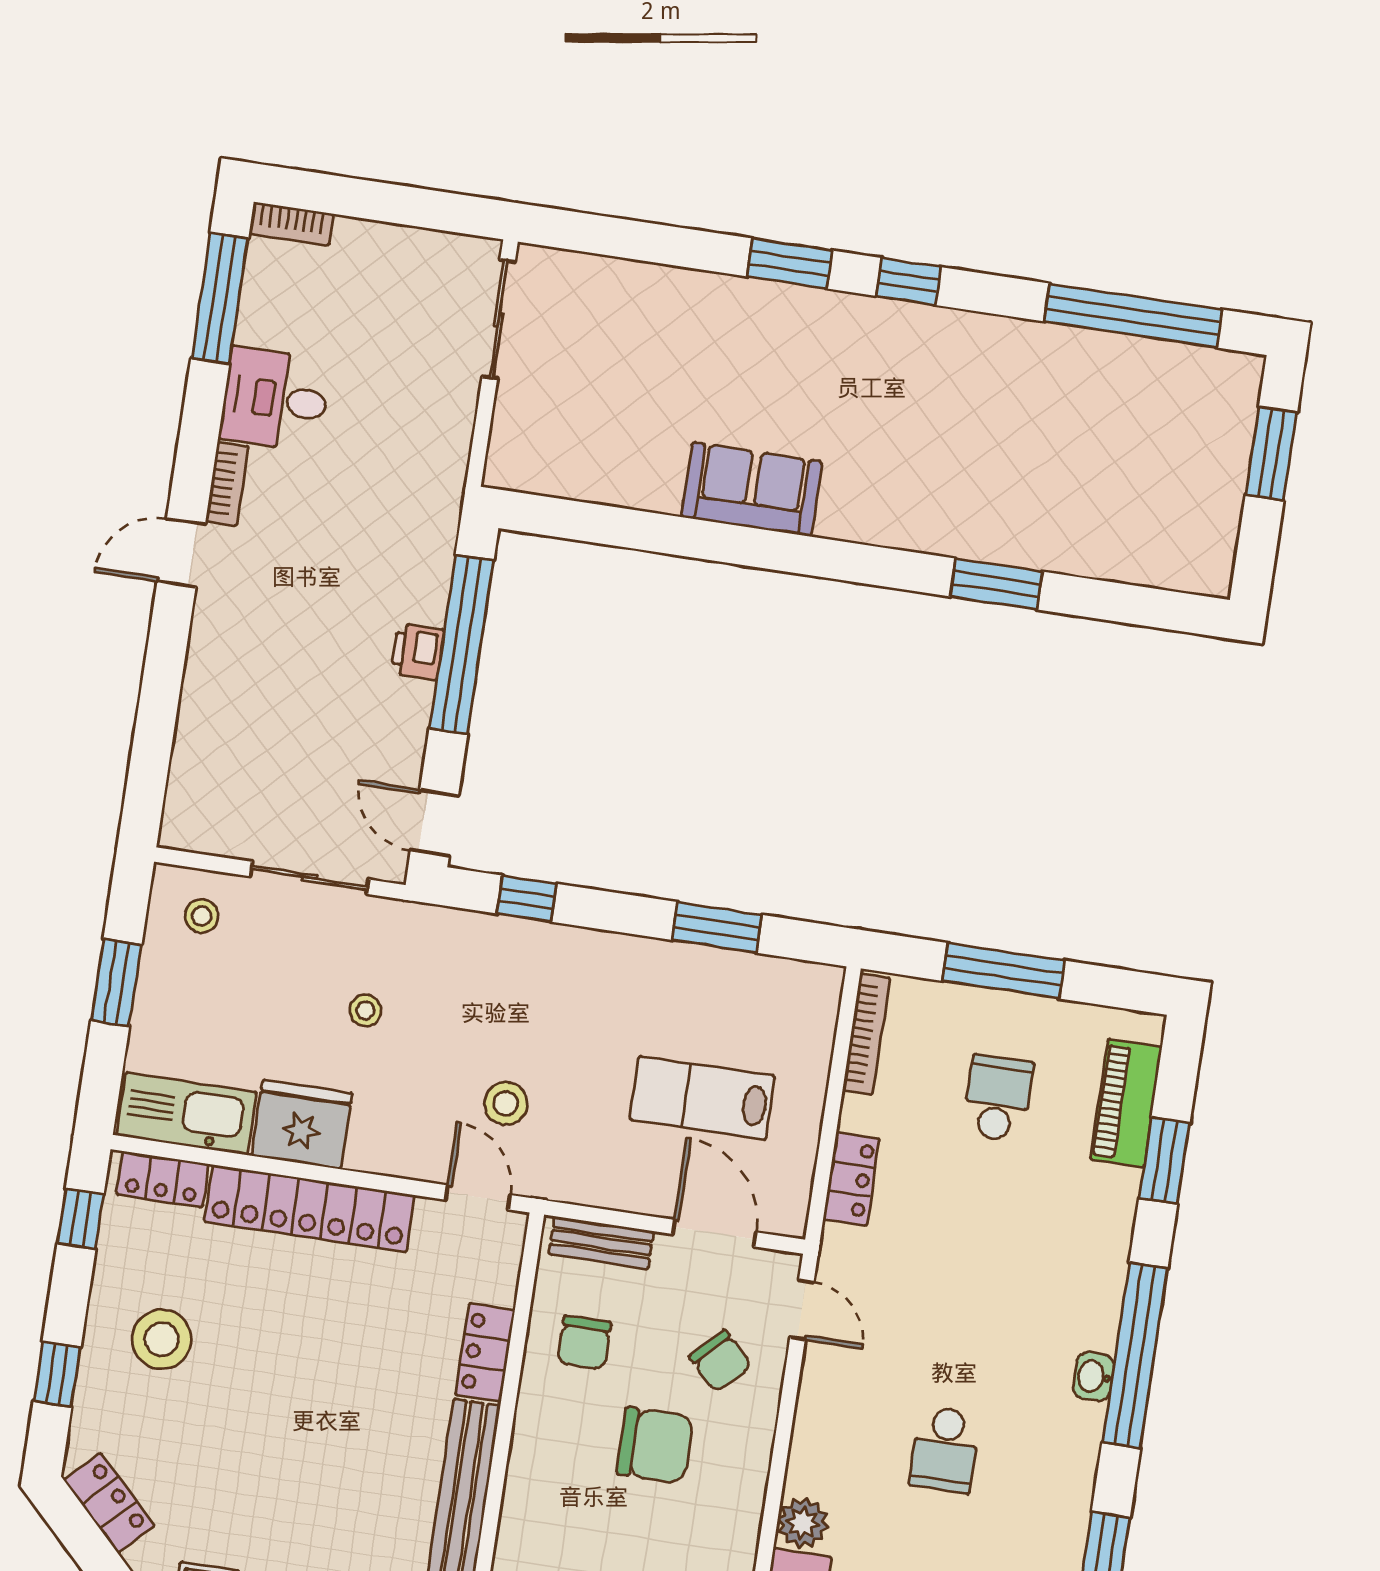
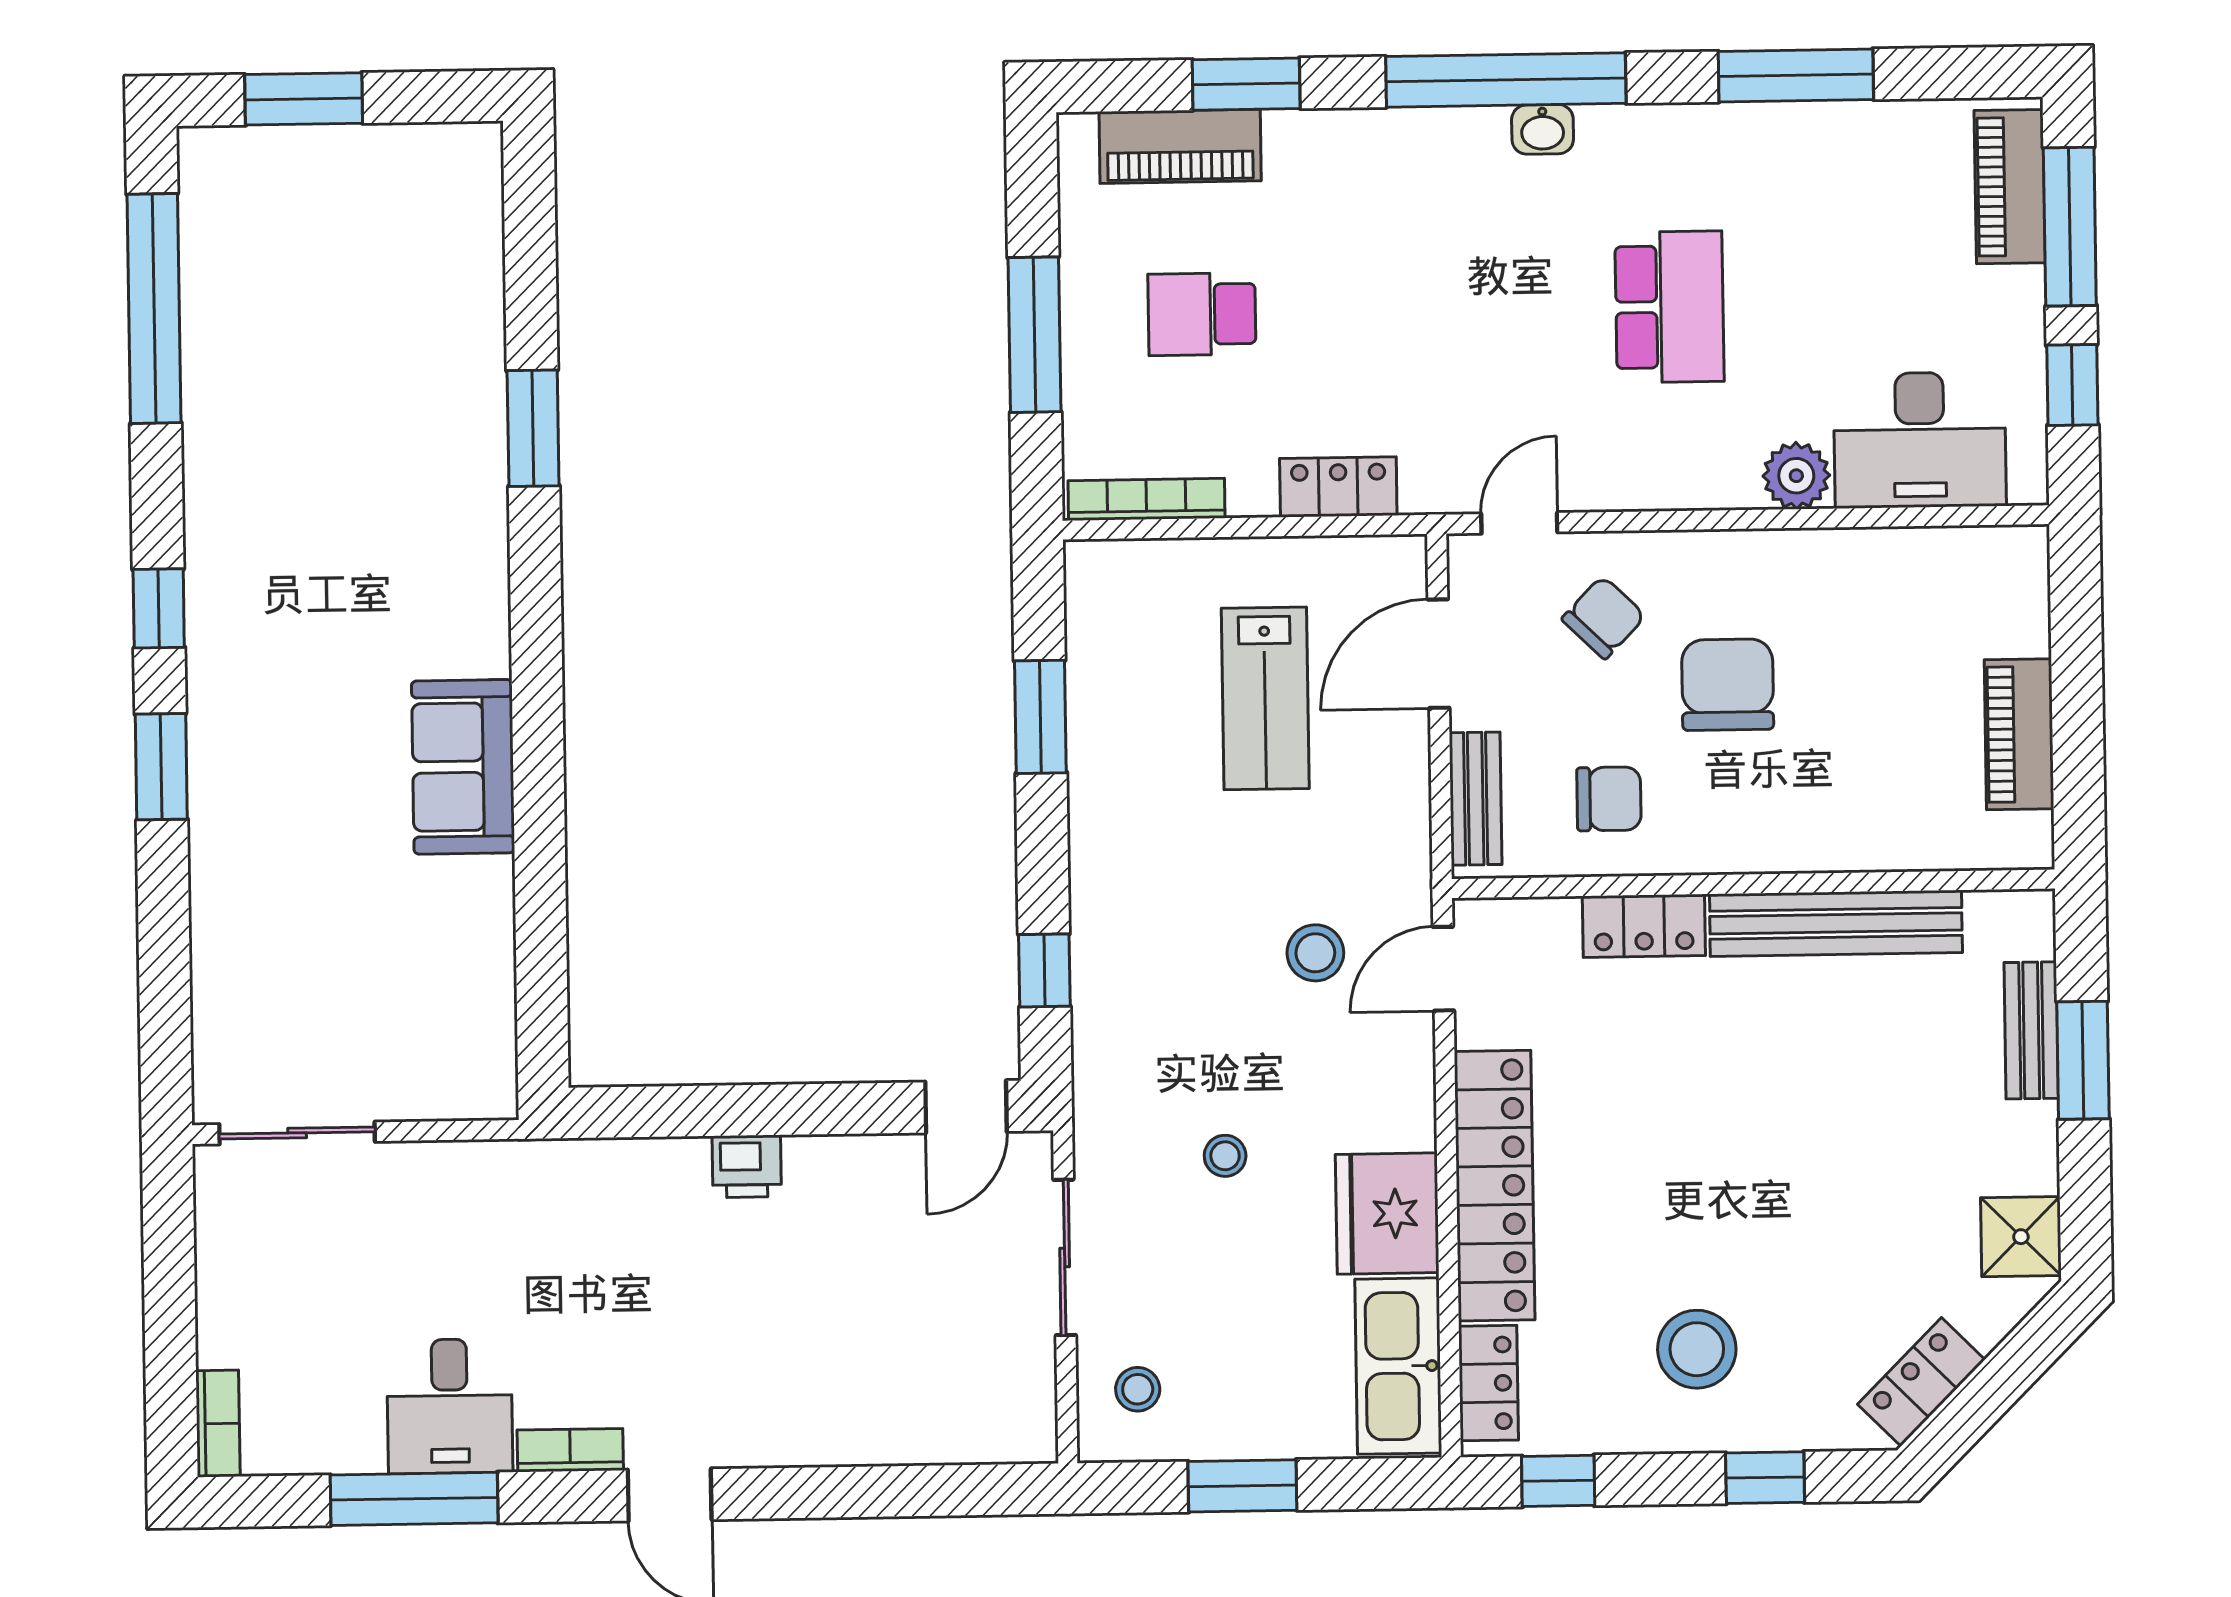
window: (220, 298) -> (414, 1499), moved
window: (461, 645) -> (728, 1110), removed
school desk: (945, 1449) -> (1669, 307), width x1.85

